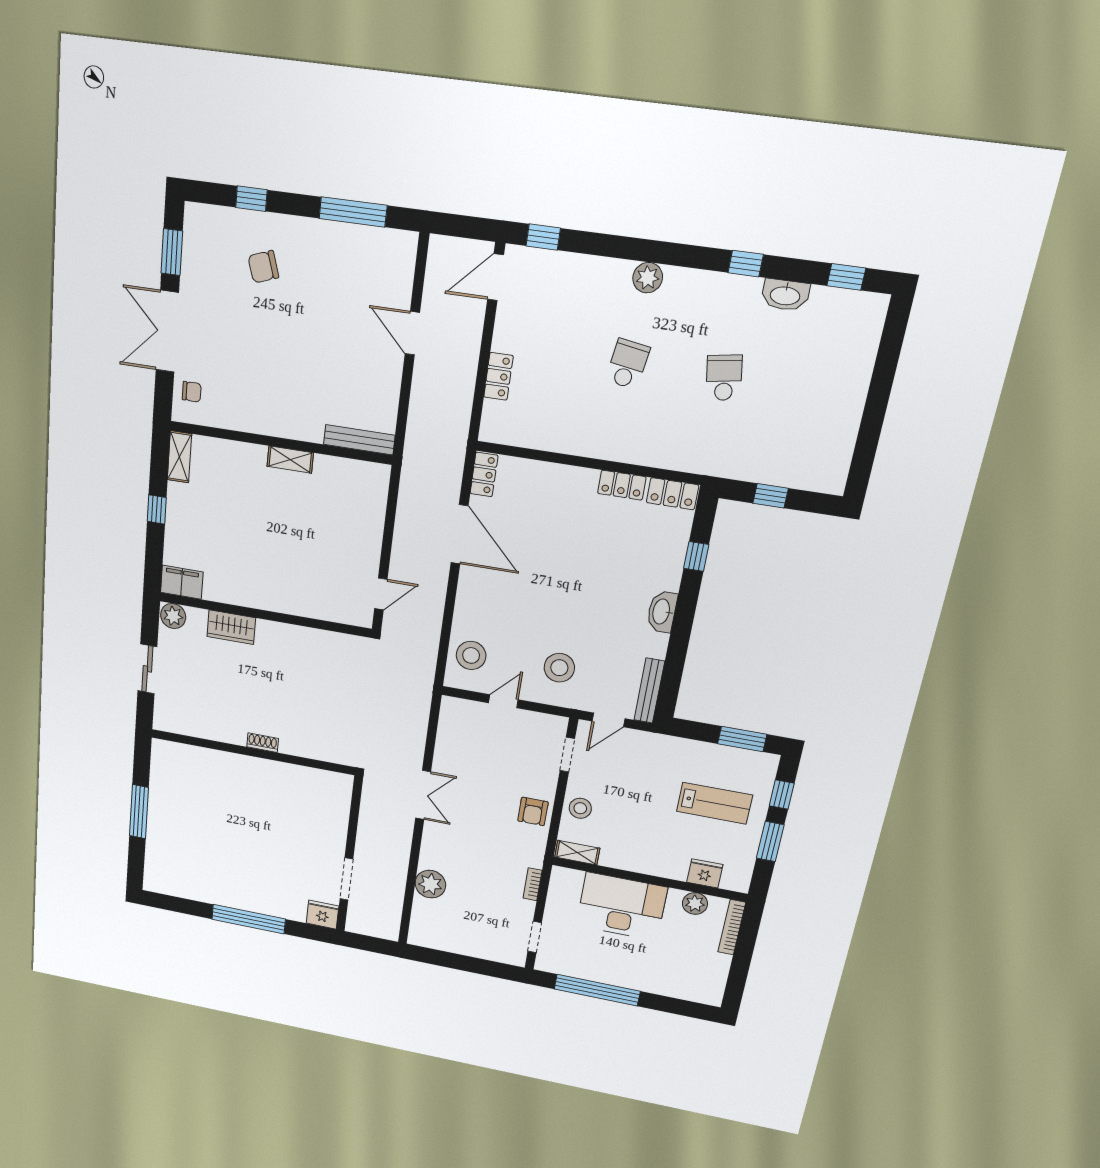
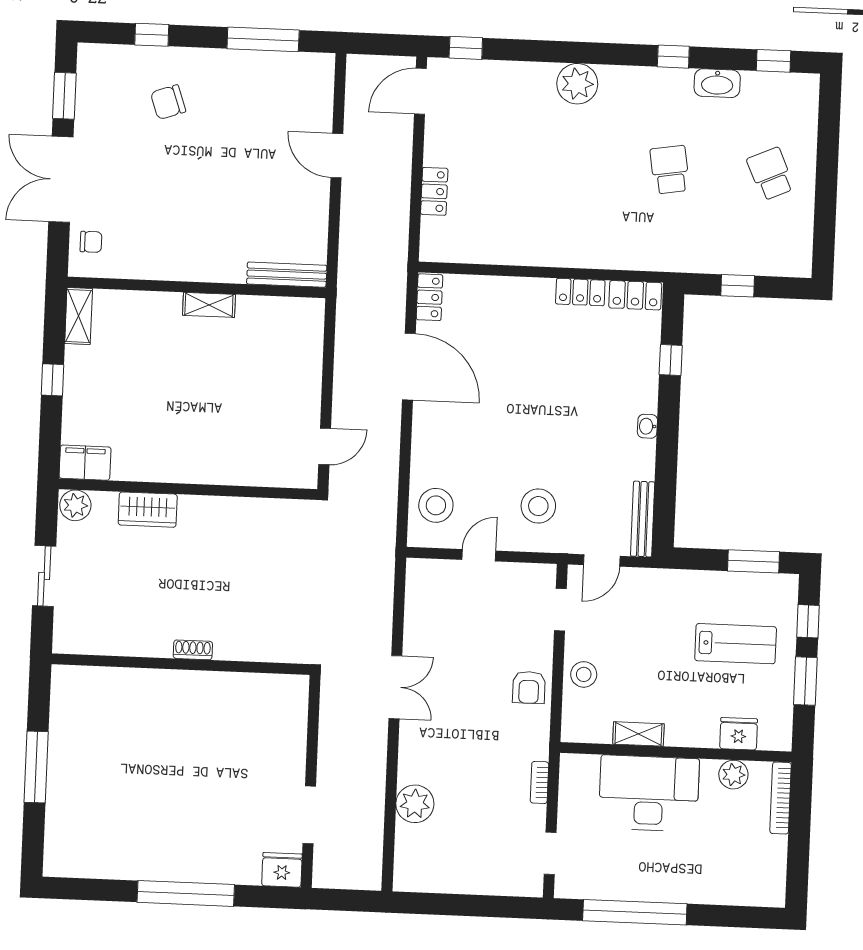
plant: (648, 278) -> (577, 84), width x1.36, depth x1.36
school desk: (628, 364) -> (771, 174), moved, turned -33
washbasin: (662, 612) -> (647, 426), width x0.52, depth x0.69
shelving: (577, 853) -> (638, 734), moved

